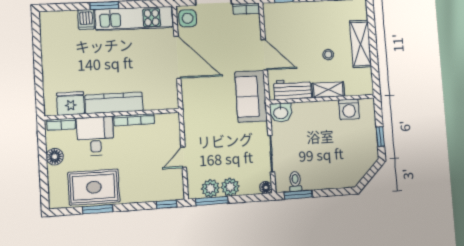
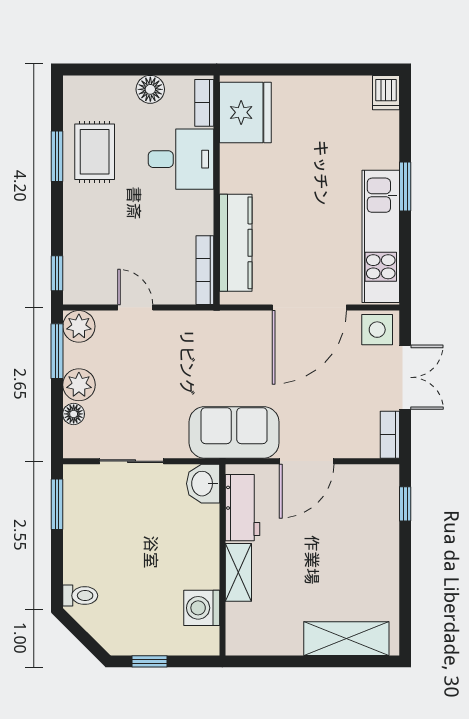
dishwasher: (86, 20) -> (386, 93), moved, turned -90
shelving: (361, 44) -> (346, 639), moved
stool: (328, 55) -> (301, 577), removed
kitchen counter: (114, 103) -> (236, 243), moved
fridge: (71, 104) -> (245, 112), width x1.36, depth x1.34
bookcase: (134, 120) -> (205, 270), moved
toilet: (295, 182) -> (80, 596), moved
rug: (94, 187) -> (95, 152), width x0.73, depth x0.70
floor lamp: (266, 187) -> (74, 414), moved
plant: (210, 188) -> (79, 326), moved

